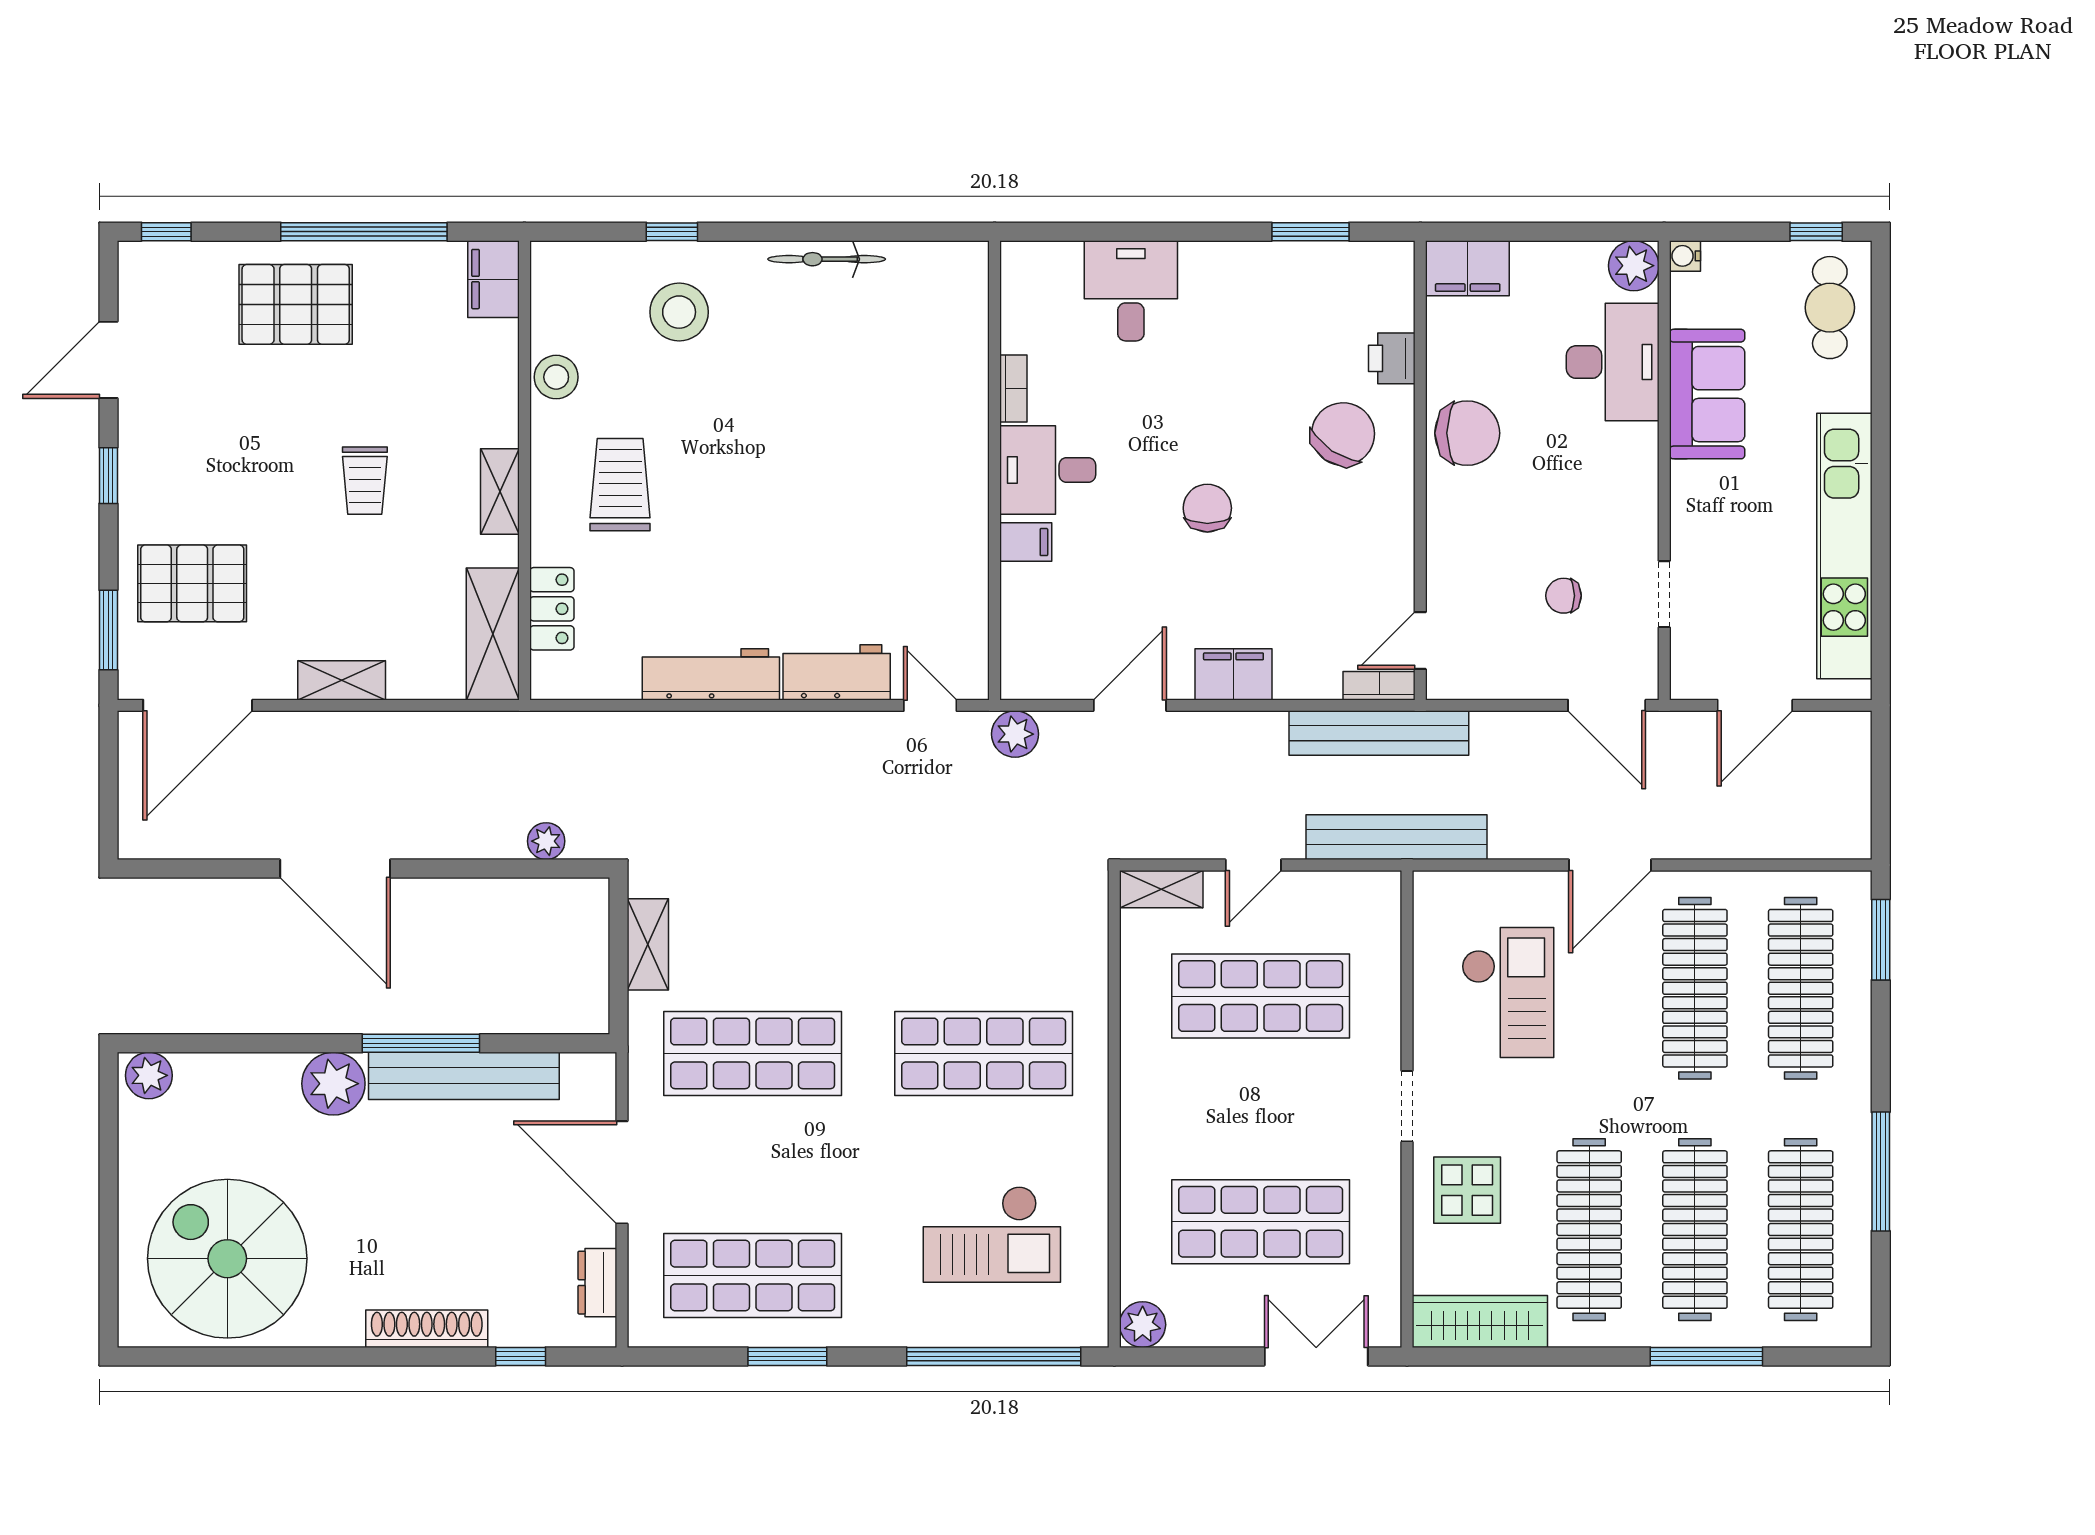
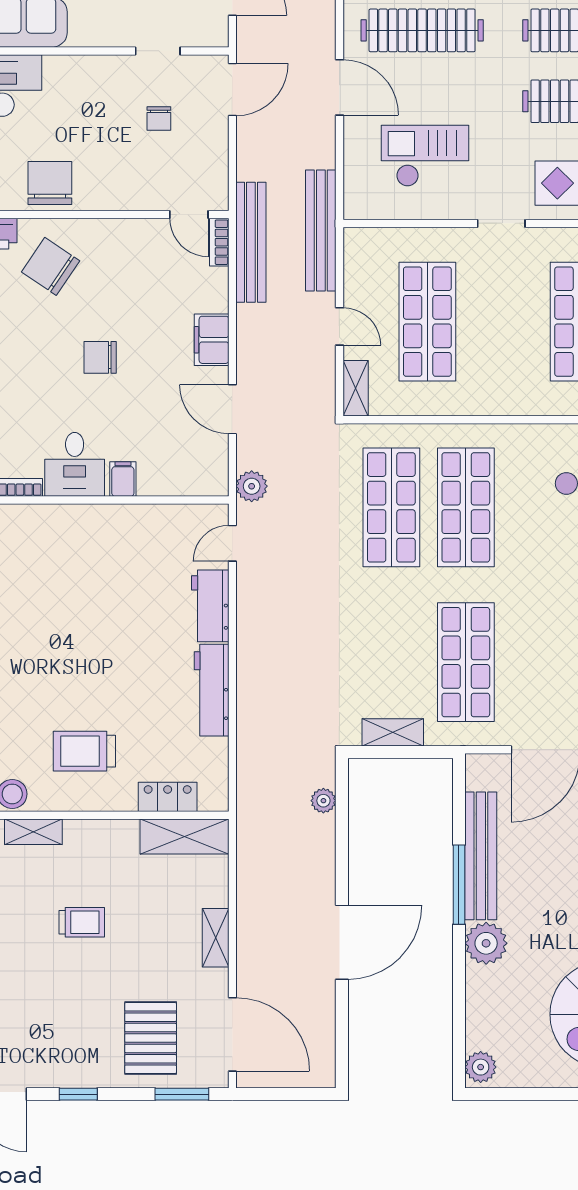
shelving: (500, 491) -> (33, 832), moved
shop shelf: (984, 942) -> (391, 507), added

